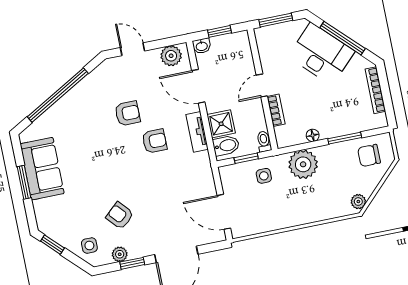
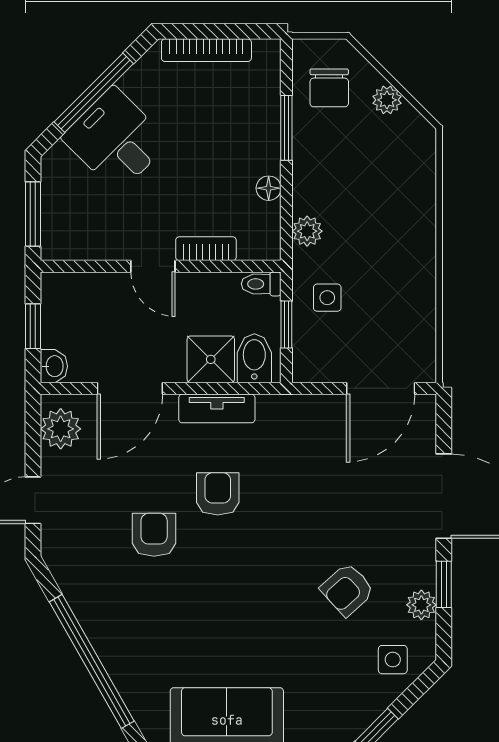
desk: (321, 54) -> (116, 140), width x0.73
plant: (303, 164) -> (307, 231), width x0.53, depth x0.53
plant: (358, 202) -> (387, 100), moved

